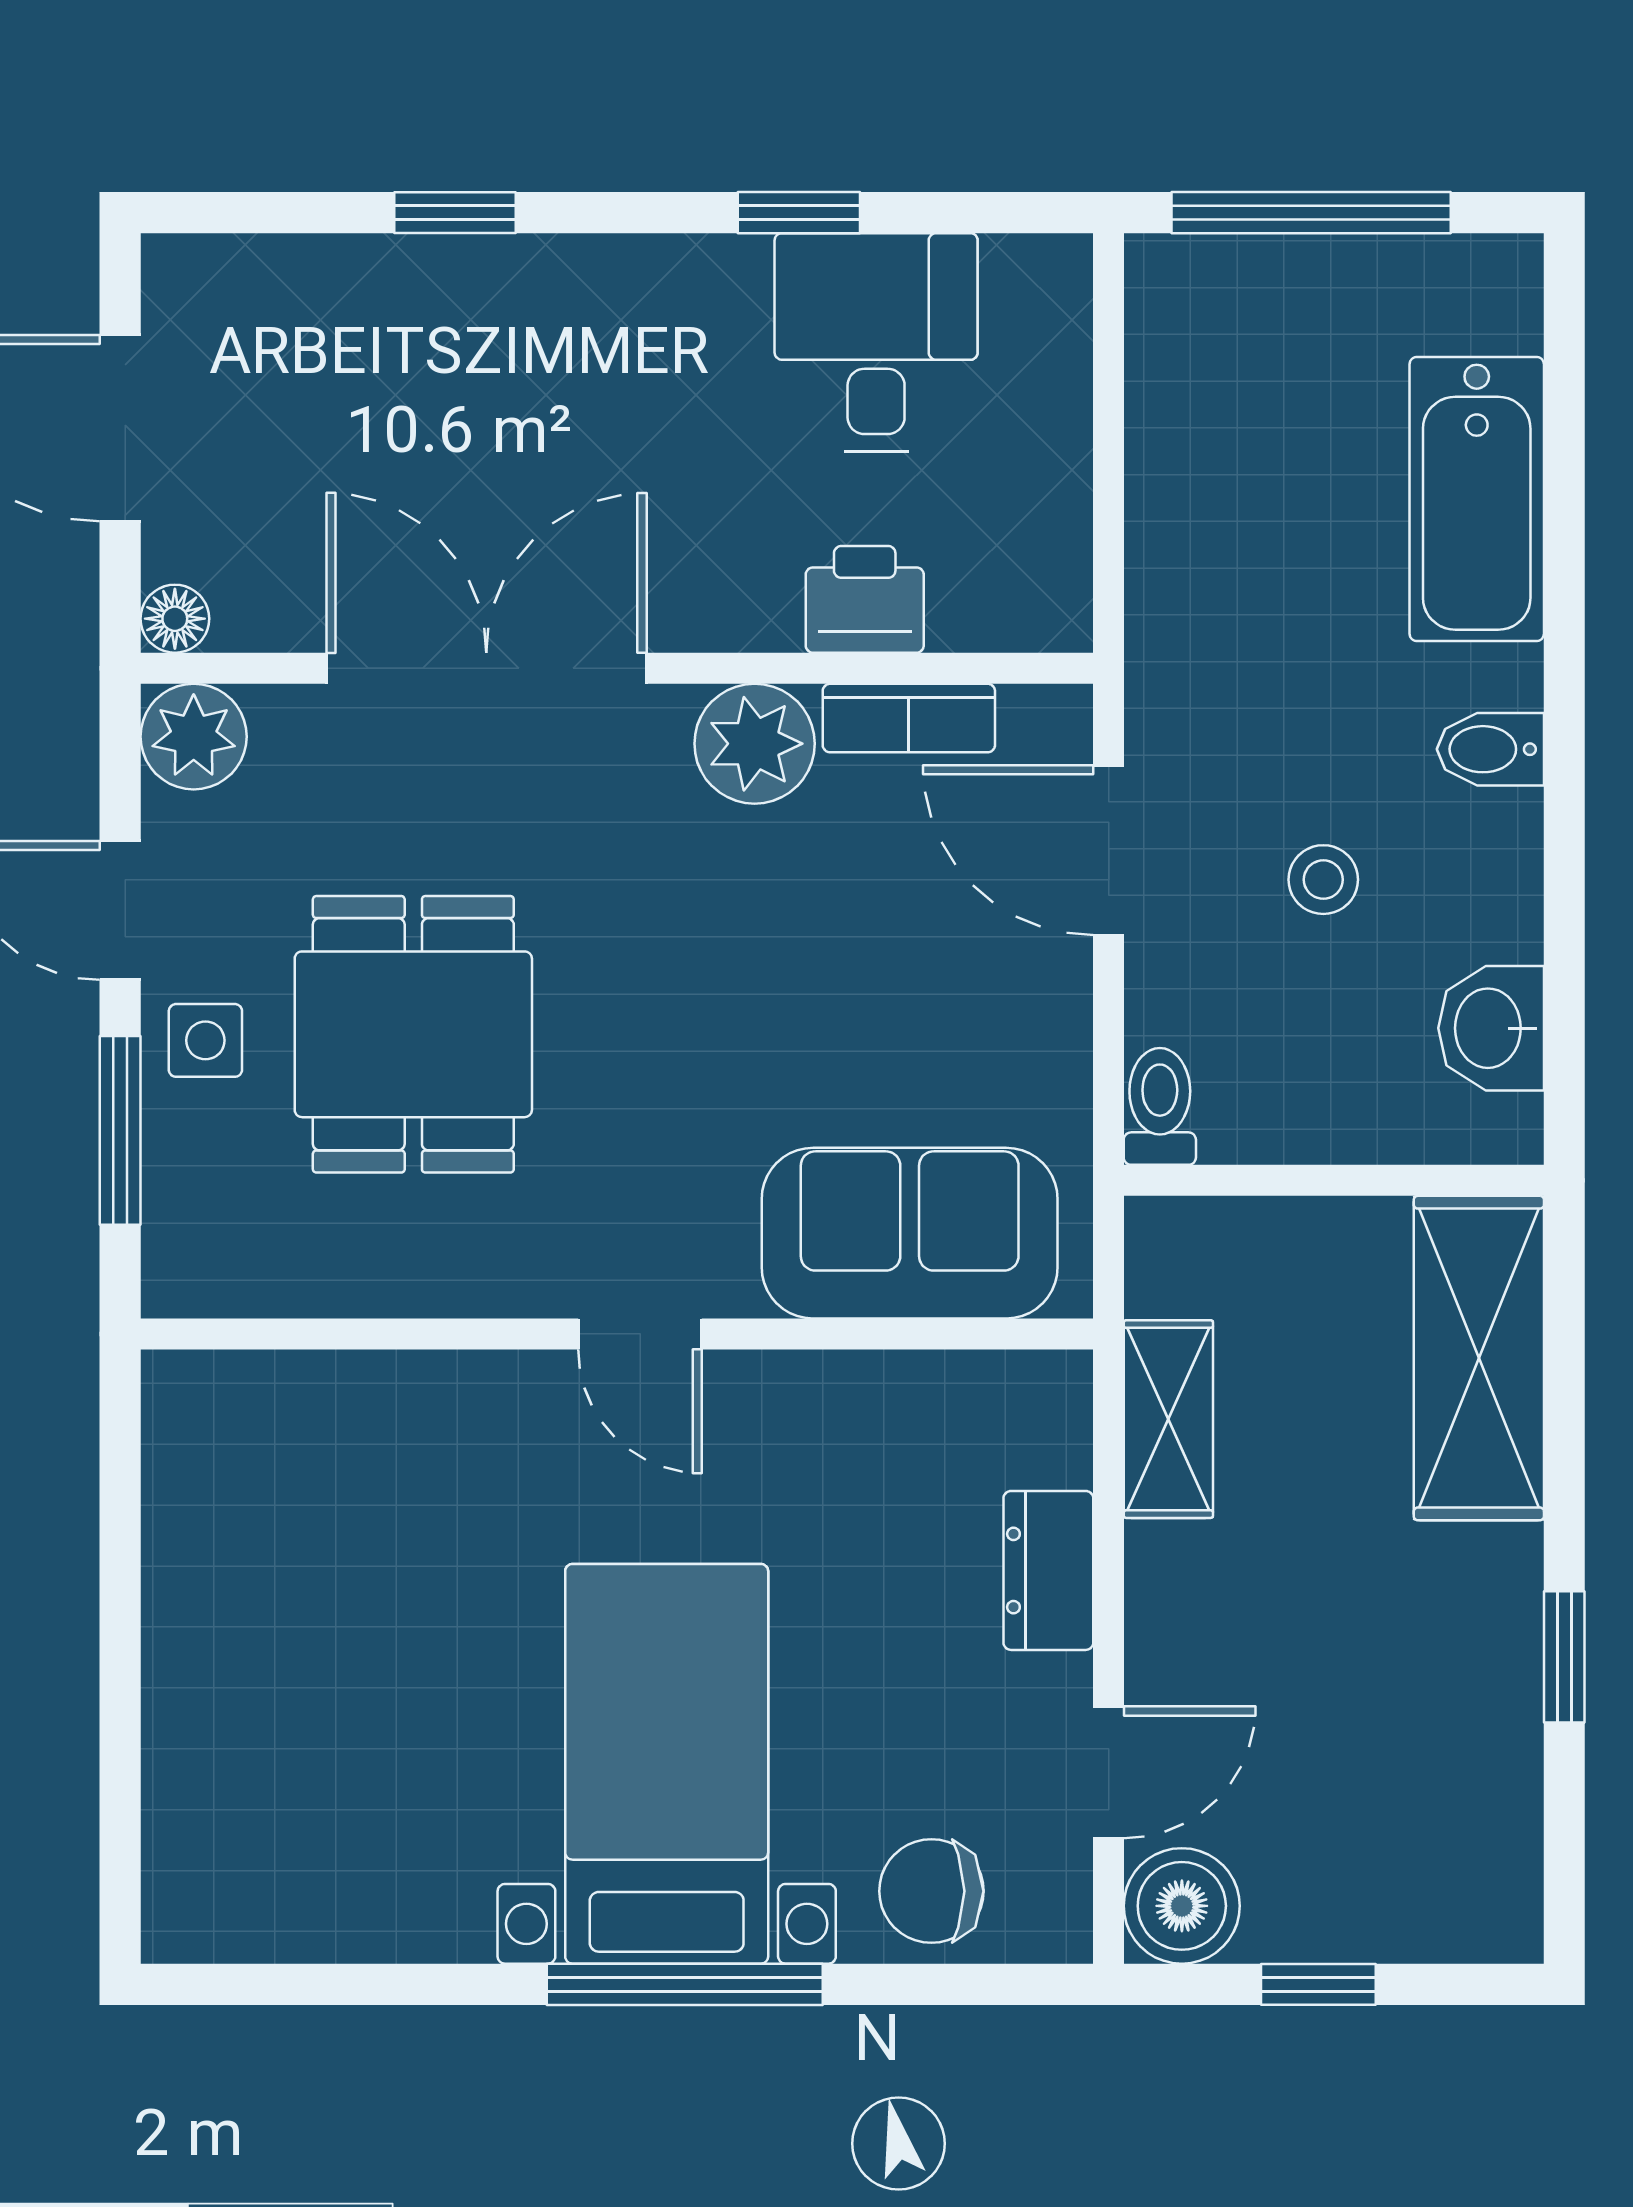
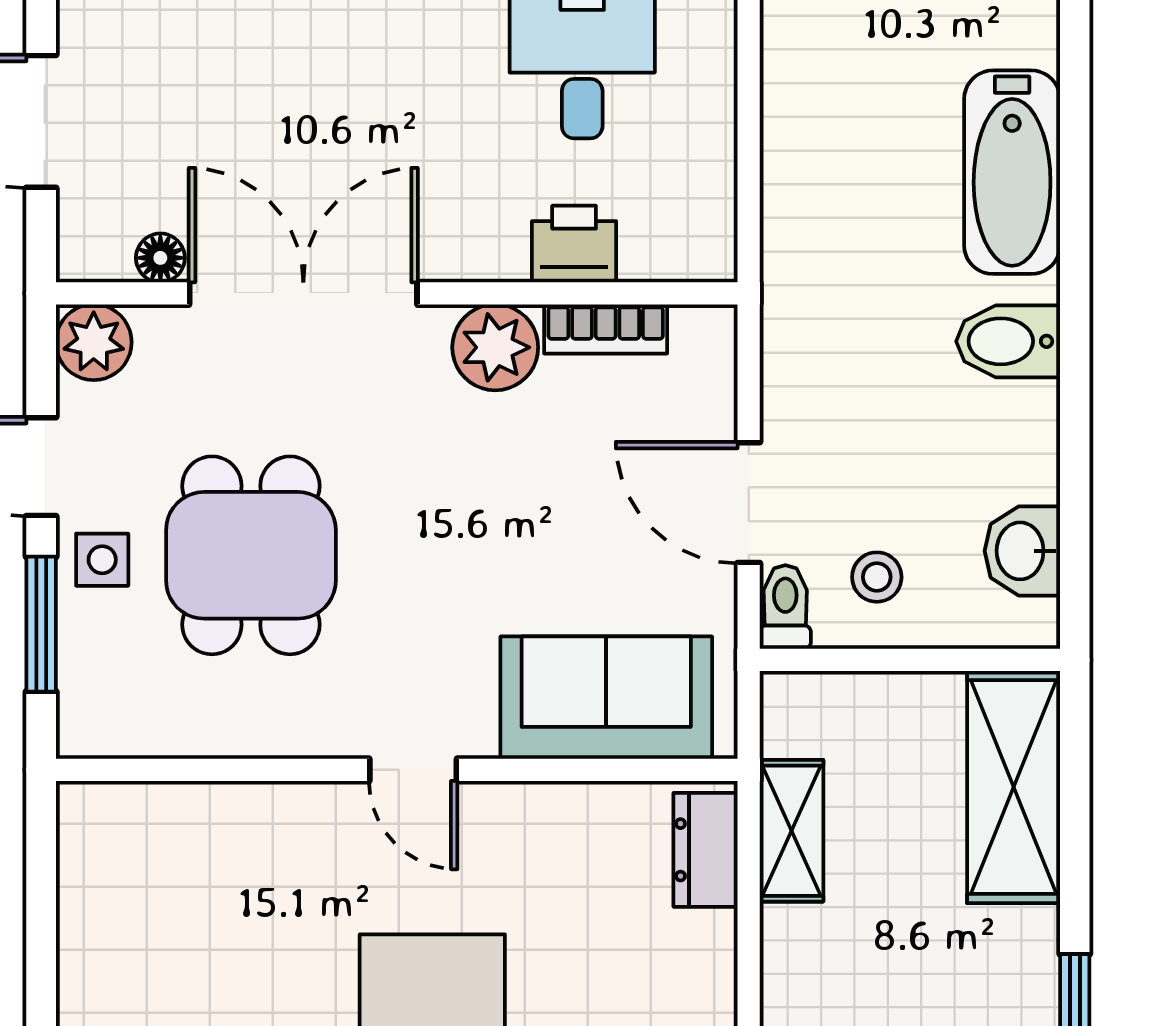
floor lamp: (175, 619) -> (160, 258), moved
bidet: (1490, 749) -> (1008, 341), width x1.38, depth x1.36
door: (1109, 850) -> (749, 503), moved
stool: (1323, 880) -> (877, 577), moved
dresser: (1048, 1570) -> (706, 850), moved

